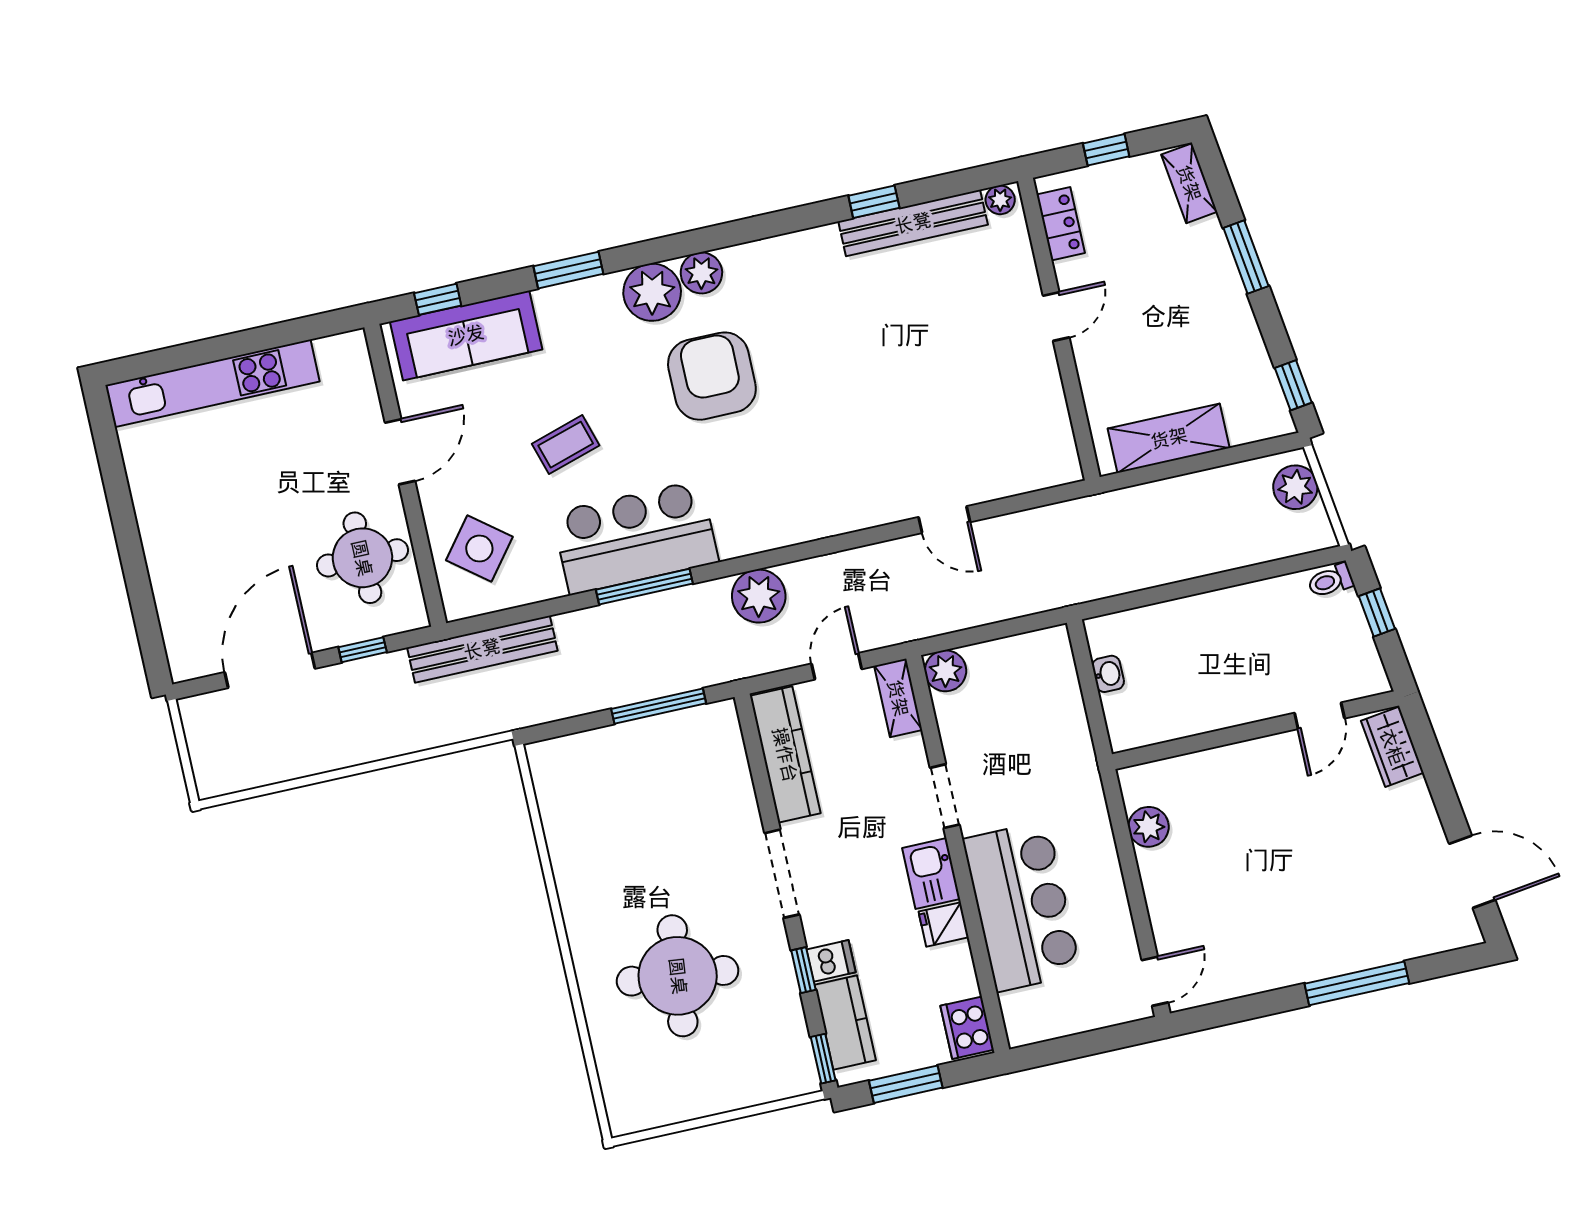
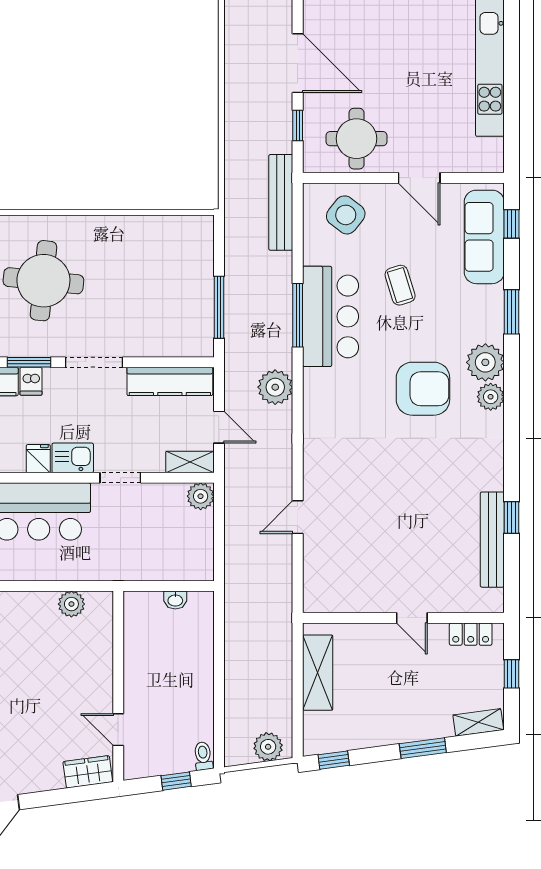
plant: (1000, 200) -> (495, 599), removed
window: (803, 970) -> (29, 362), width x1.50

